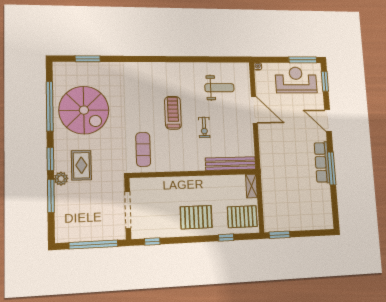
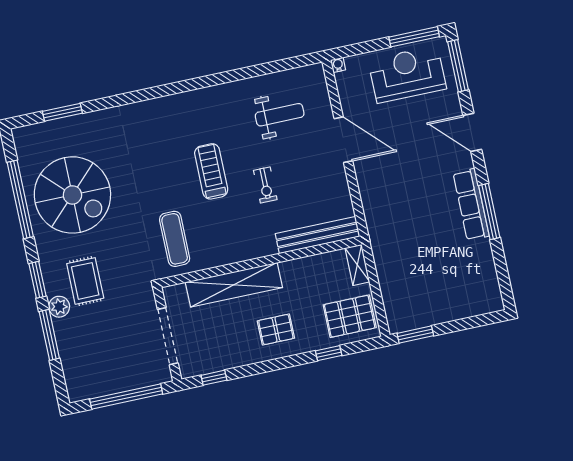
window: (325, 81) -> (458, 66), width x1.44
shelving: (175, 185) -> (234, 285), added
pallet: (196, 217) -> (276, 329), width x0.67, depth x0.71

